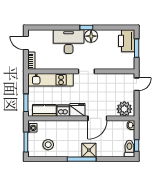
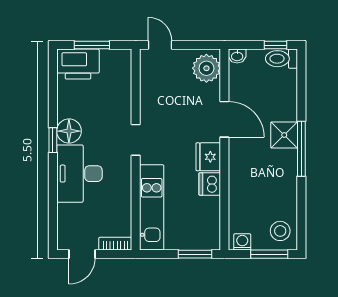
kitchen counter: (44, 110) -> (209, 219), removed
stool: (48, 145) -> (280, 231), moved

